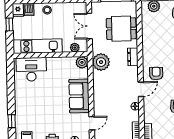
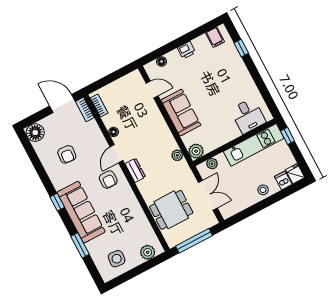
window: (9, 25) -> (288, 136), moved
dresser: (133, 57) -> (135, 170), moved
plant: (101, 62) -> (177, 155), width x0.53, depth x0.53
desk: (31, 69) -> (248, 116), width x0.73
door: (92, 123) -> (152, 89), swing flipped

